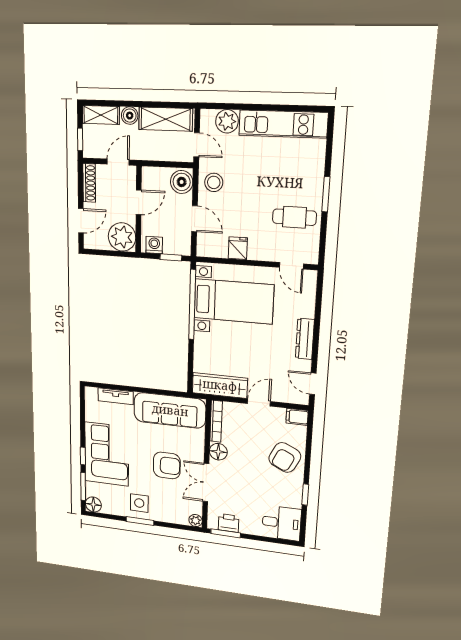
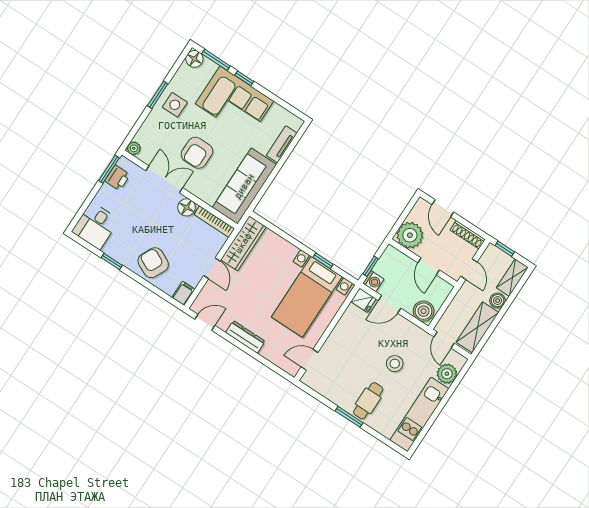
door: (197, 145) -> (444, 340), hinge flipped
stool: (214, 182) -> (395, 364), moved
cafe table: (294, 217) -> (368, 401), moved
washing machine: (154, 245) -> (373, 281), moved
fridge: (238, 248) -> (363, 300), moved
window: (192, 305) -> (323, 261), width x0.32

